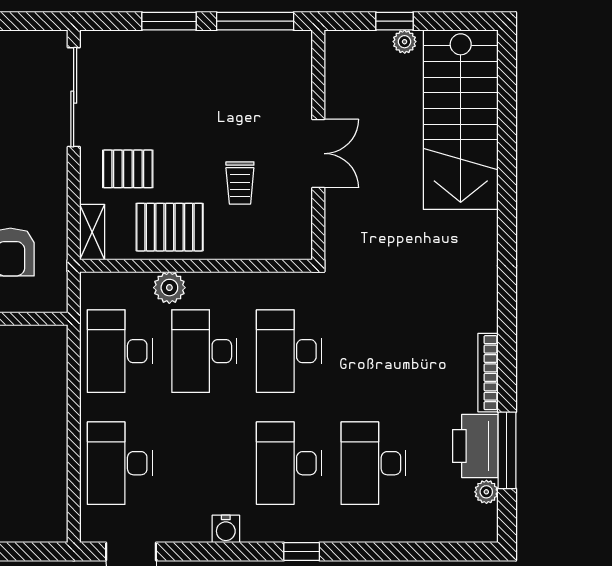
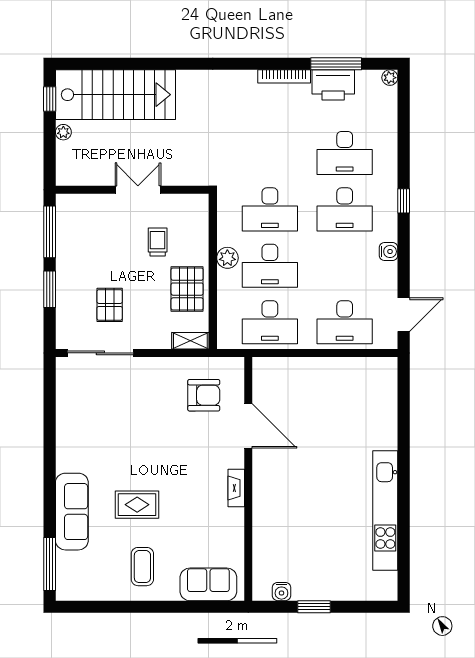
window: (395, 21) -> (50, 99), moved
pallet: (128, 169) -> (110, 305), moved
trolley: (240, 183) -> (158, 242), turned -90
plant: (169, 288) -> (227, 258), moved
plant: (486, 492) -> (390, 78), moved

